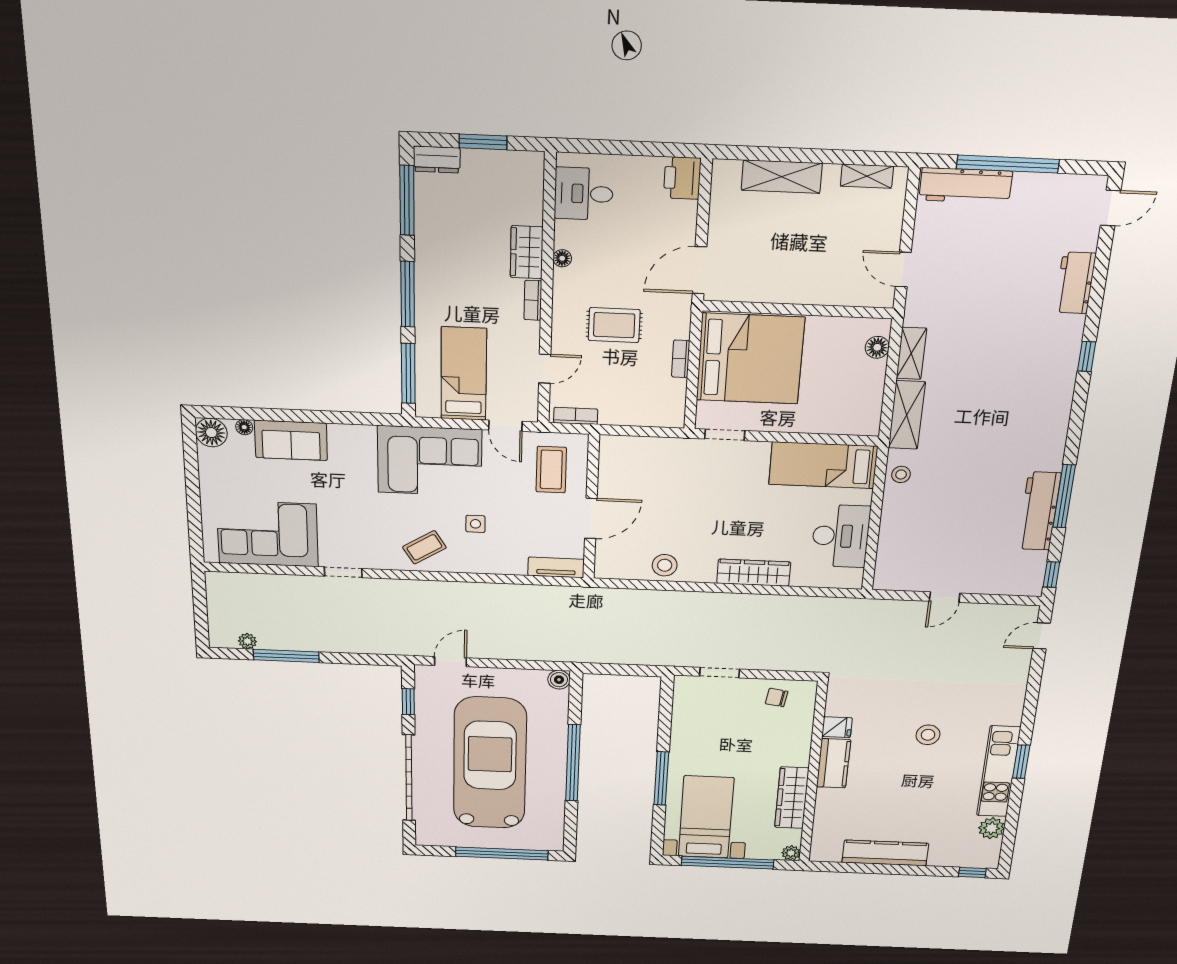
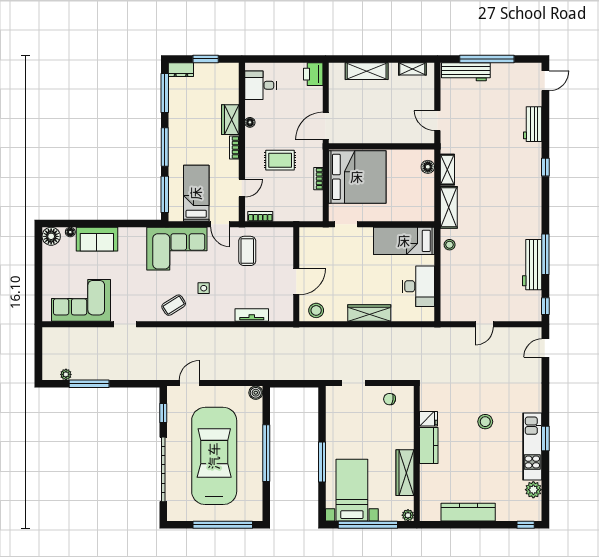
wall: (591, 507) -> (296, 274), moved
door: (591, 518) -> (296, 281), moved

